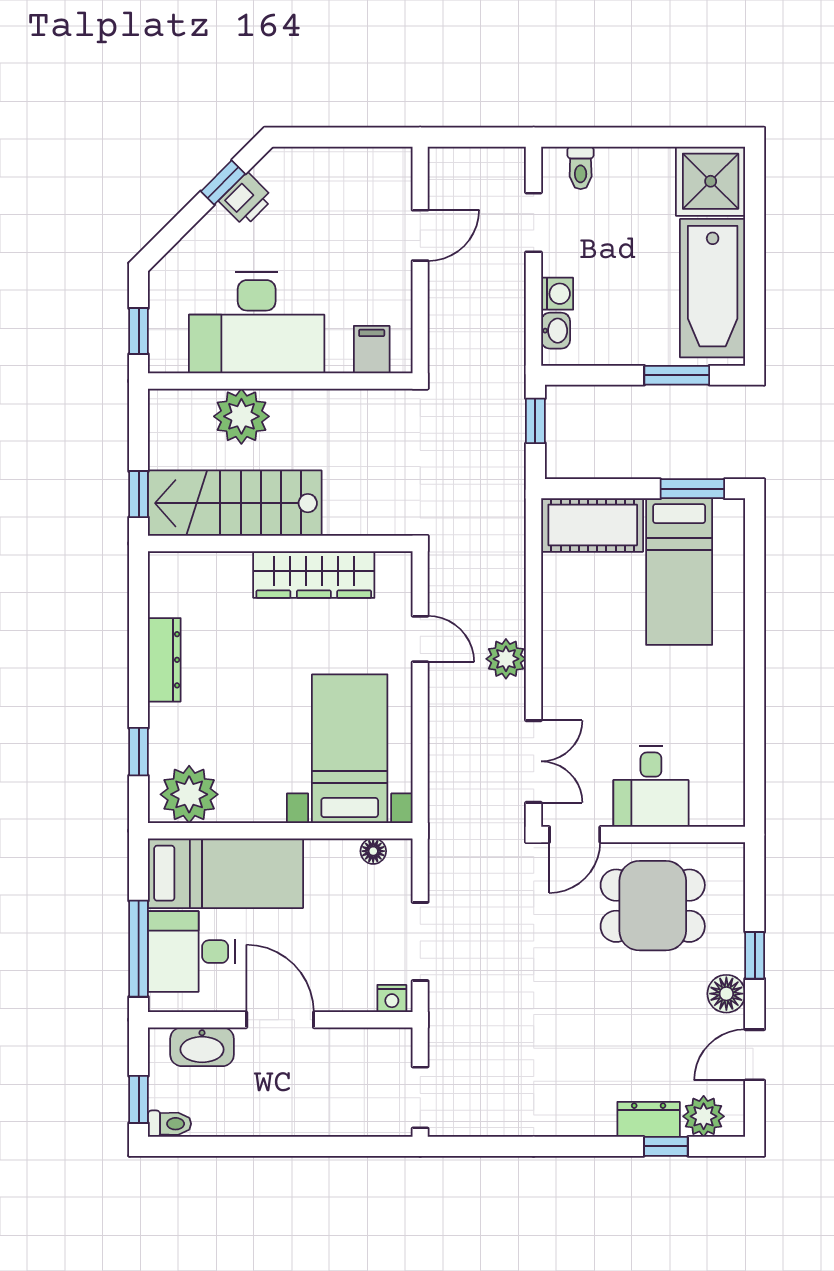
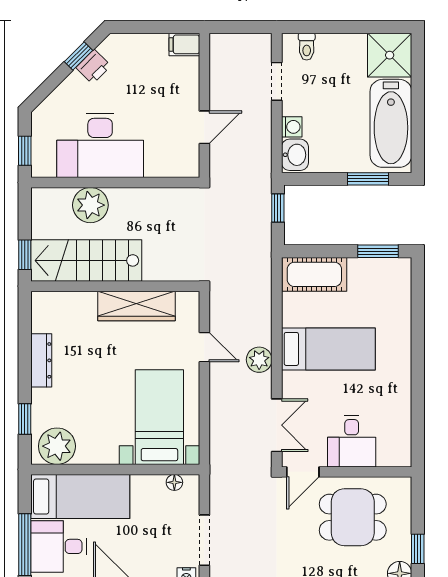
door: (420, 235) -> (204, 127), moved
washbasin: (556, 331) -> (295, 155), width x1.38, depth x1.45
filing cabinet: (372, 350) -> (184, 44), moved, turned -90
bed: (679, 572) -> (328, 349), moved, turned -90

